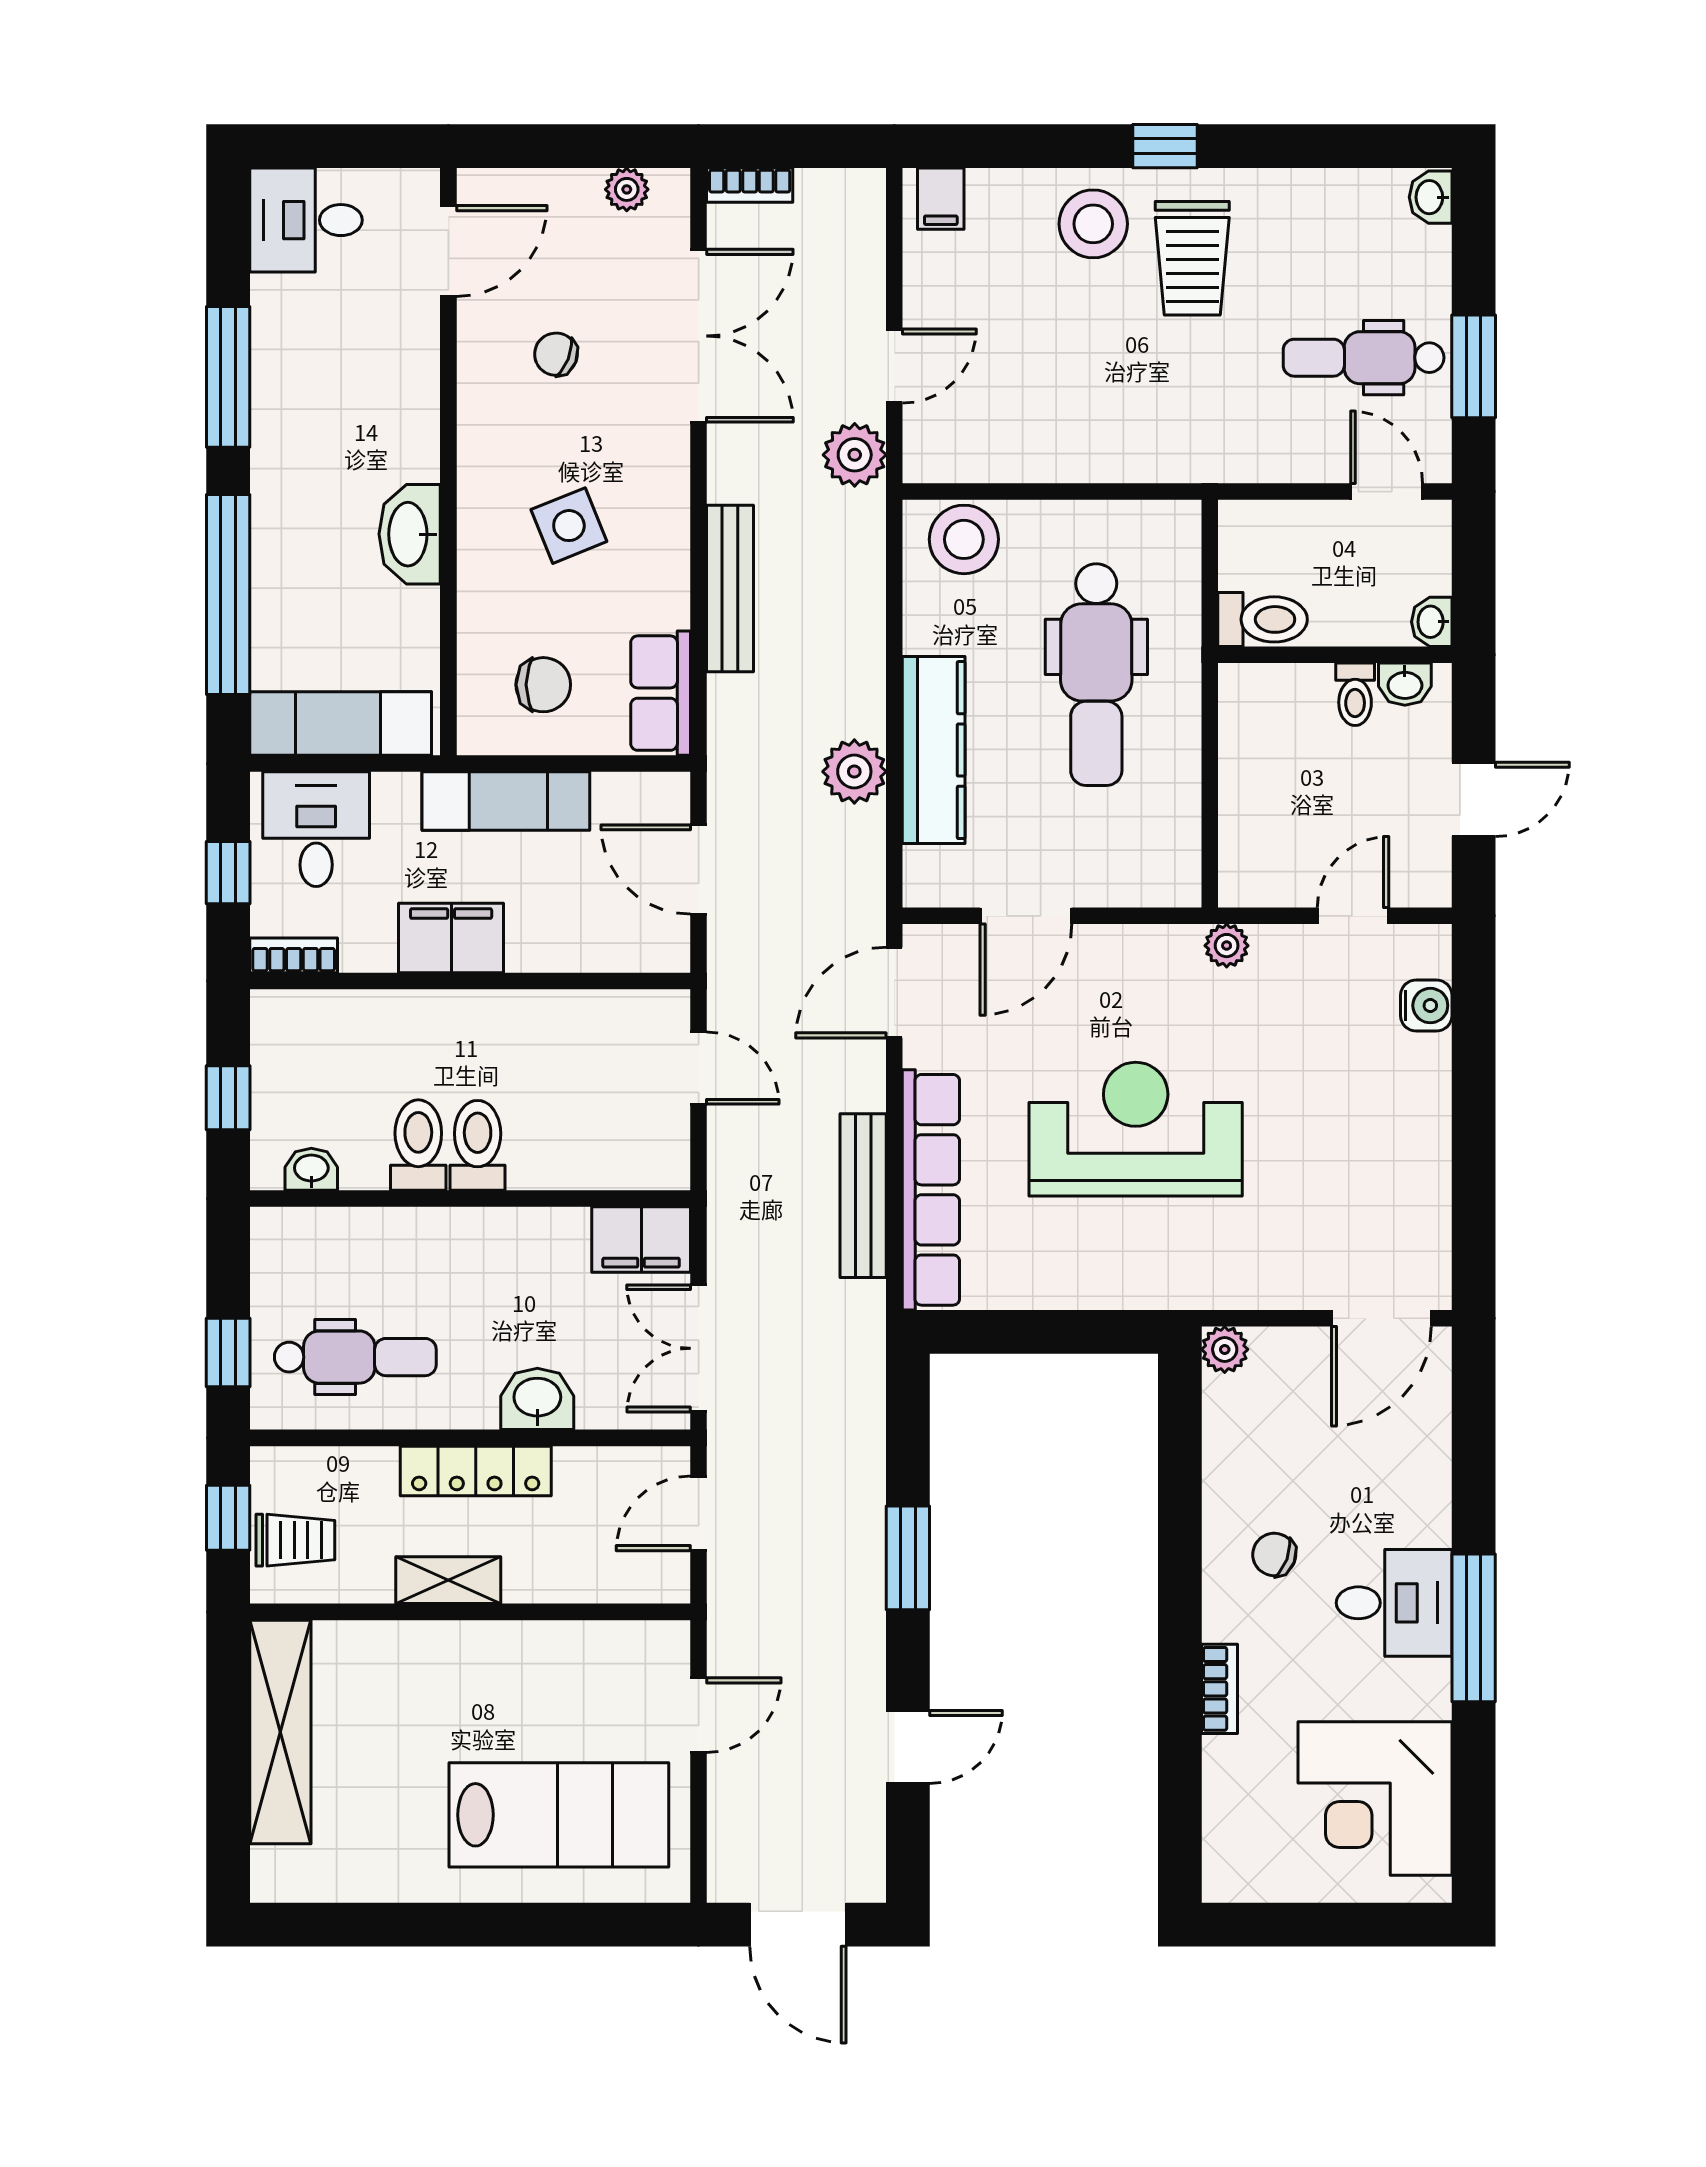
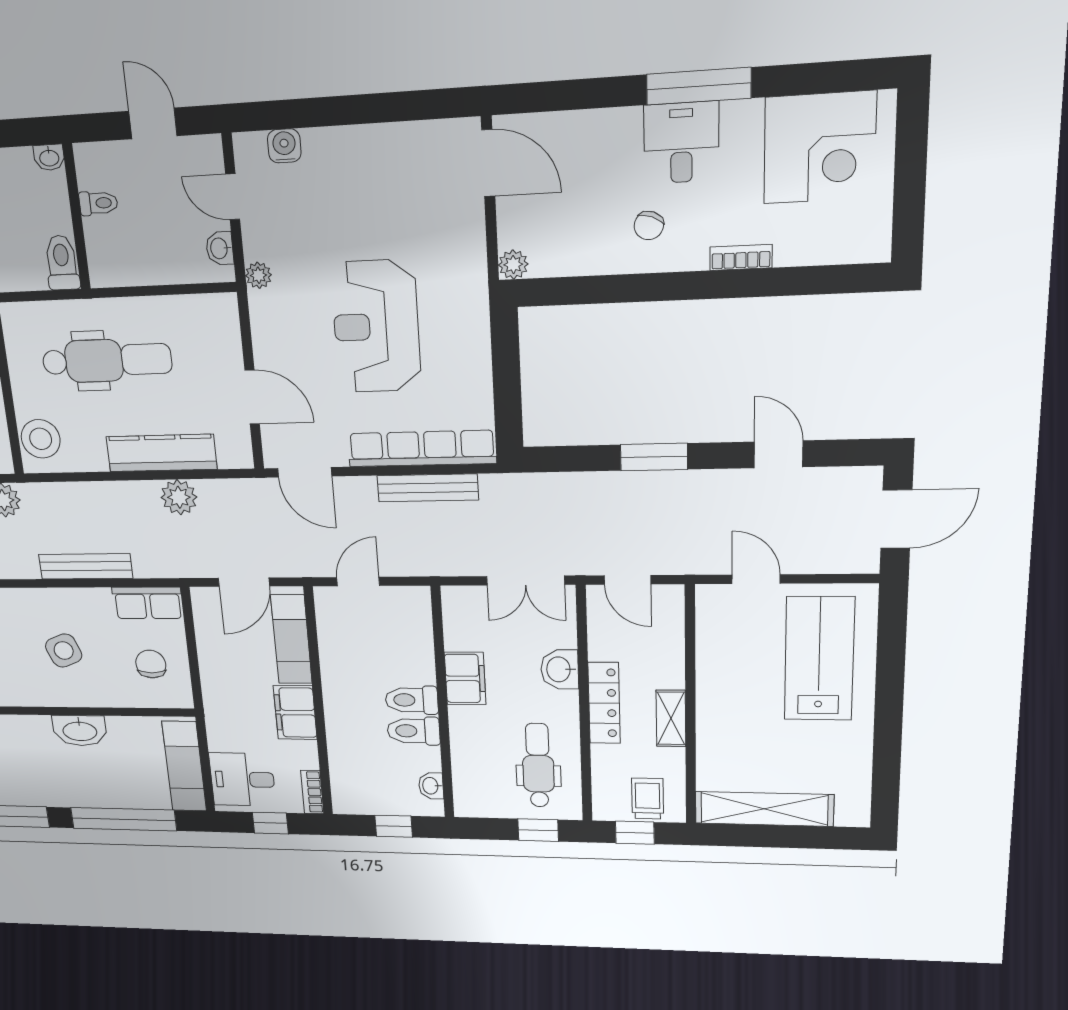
washbasin: (1405, 684) -> (220, 248), moved, turned 180
exam couch: (506, 801) -> (291, 639), moved, turned 180
filing cabinet: (641, 1240) -> (465, 678), moved

